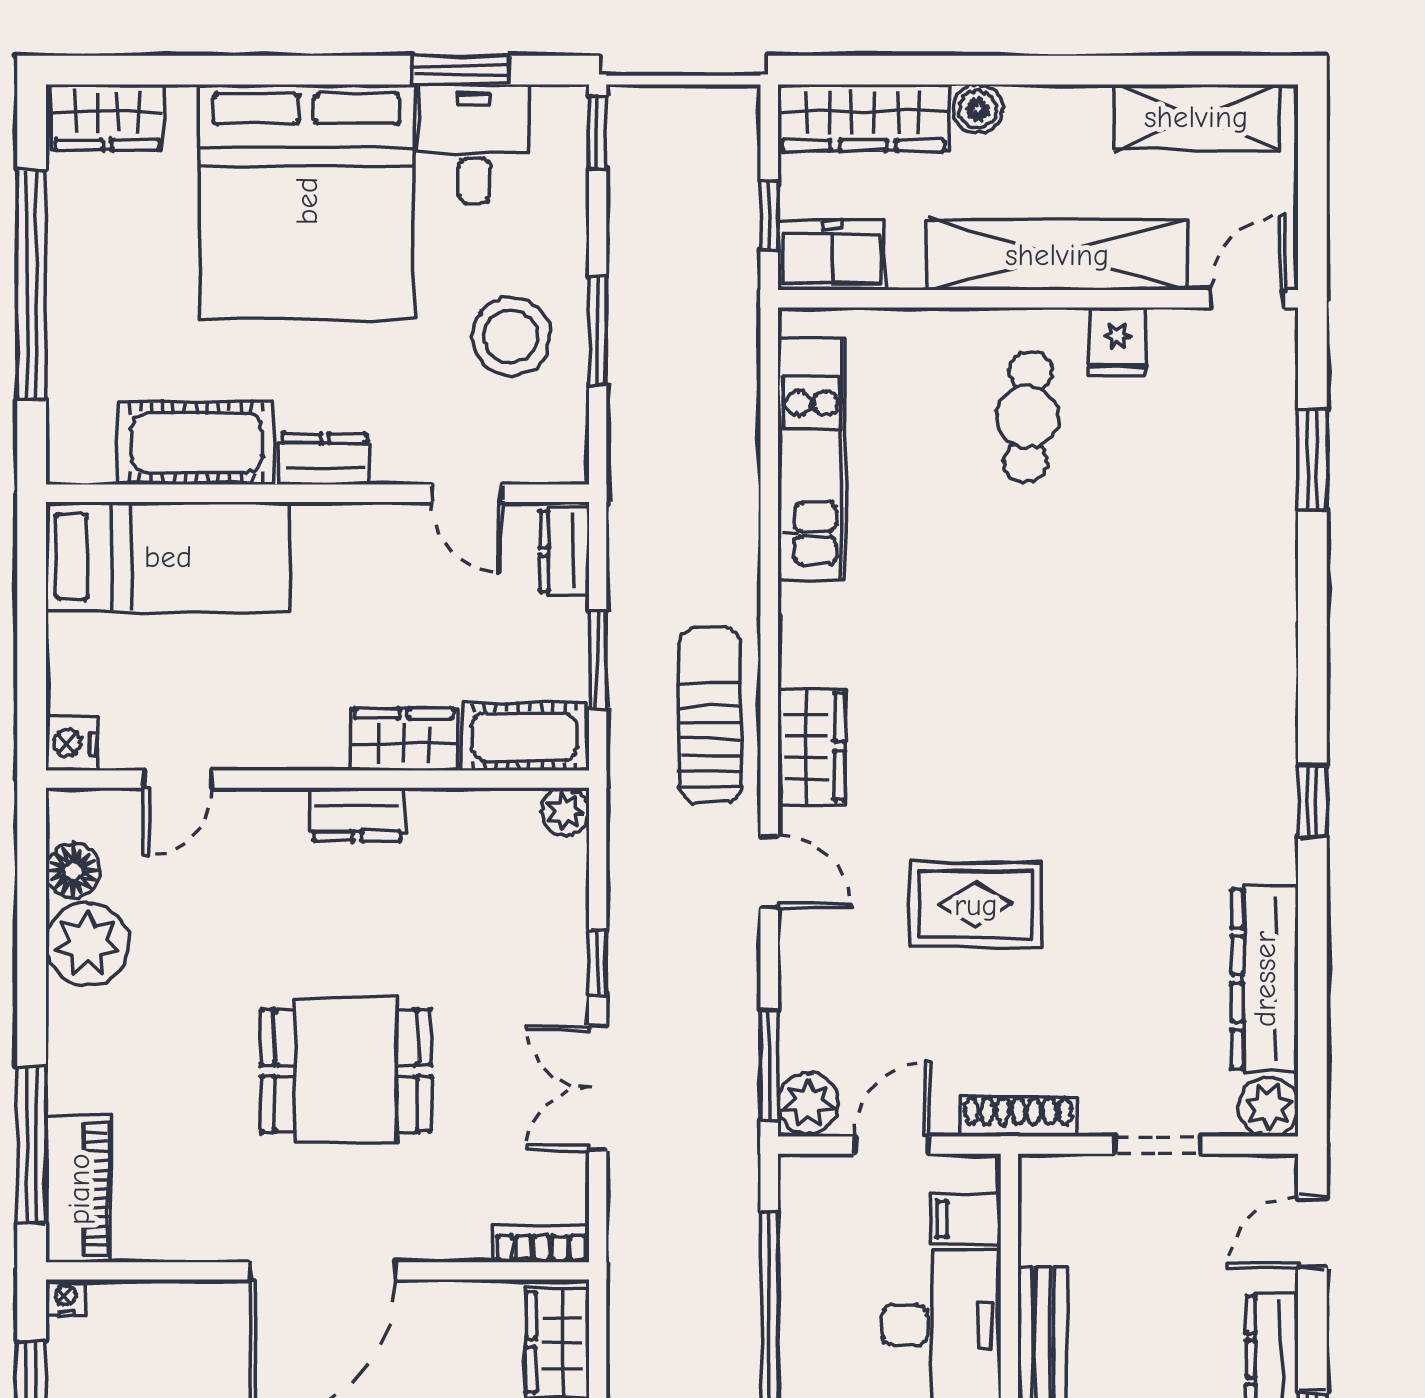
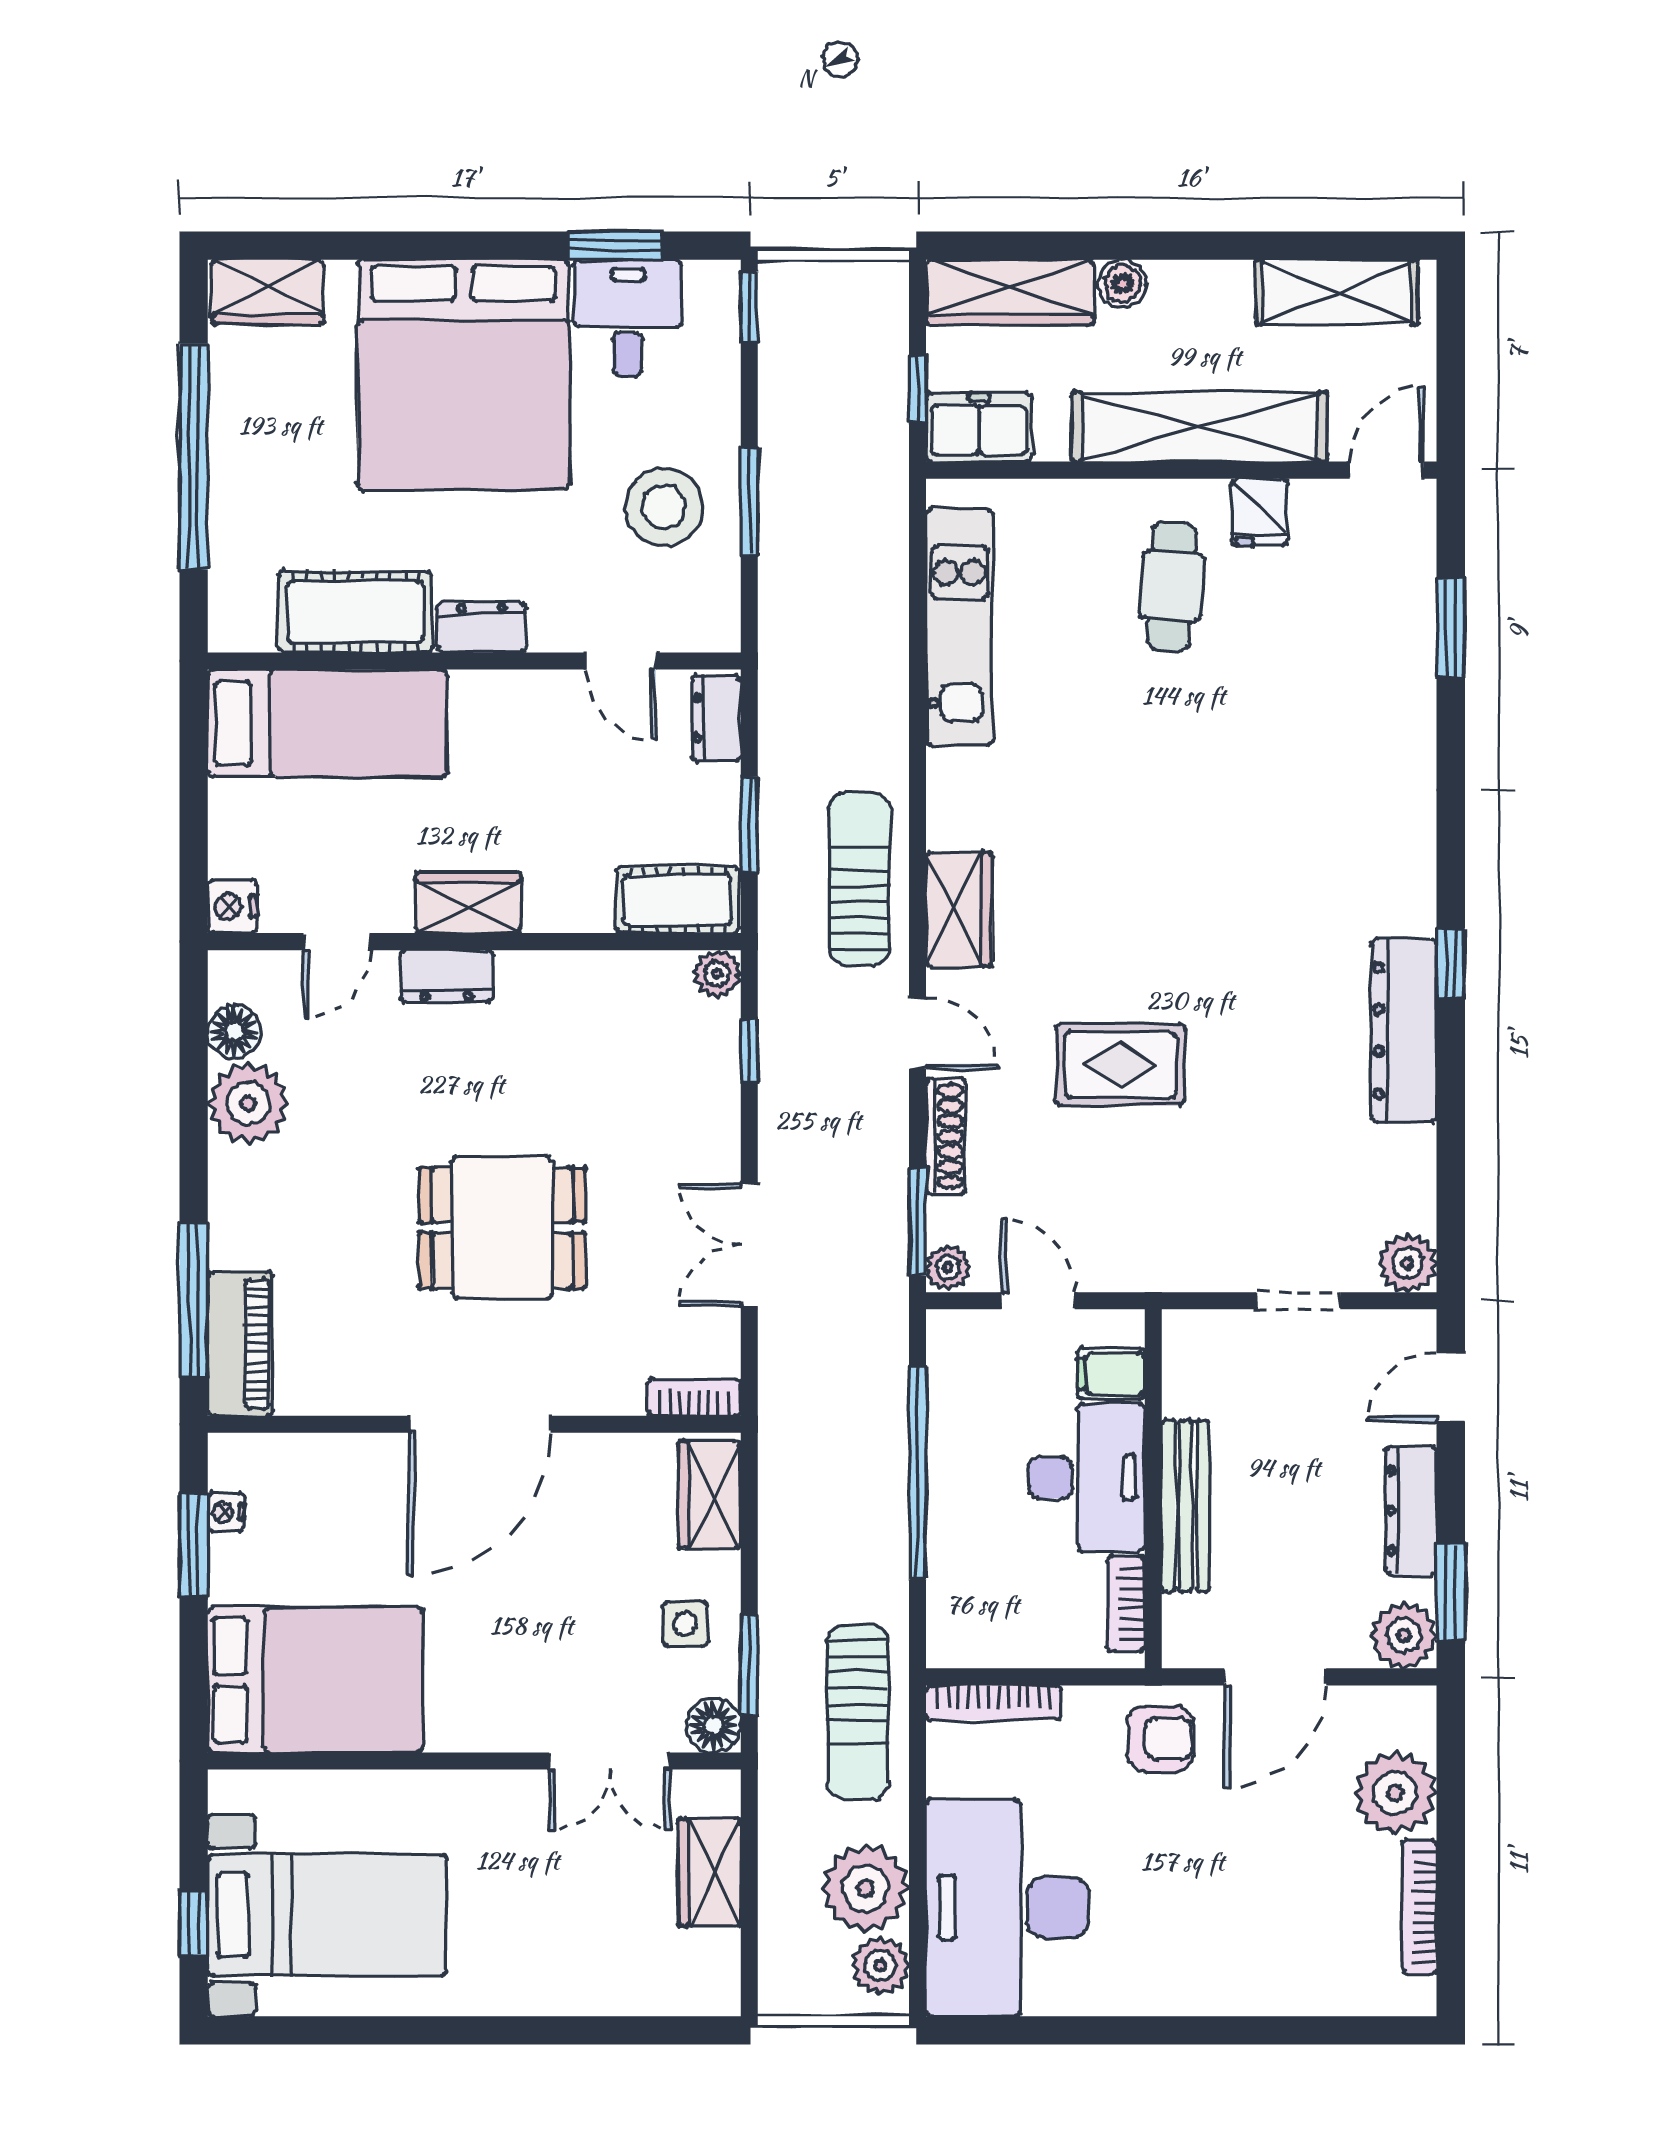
wardrobe: (404, 739) -> (468, 903), moved
dresser: (357, 814) -> (446, 976), moved
window: (598, 962) -> (749, 1051), moved
dresser: (1265, 979) -> (1404, 1031), moved
plant: (808, 1103) -> (948, 1268), width x0.73, depth x0.73
shoe rack: (1018, 1116) -> (946, 1136), moved, turned 90
door: (892, 1145) -> (1038, 1301), hinge flipped
nightstand: (66, 1298) -> (226, 1512), moved, turned -90

